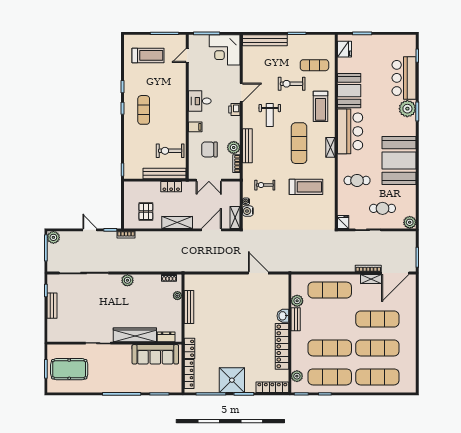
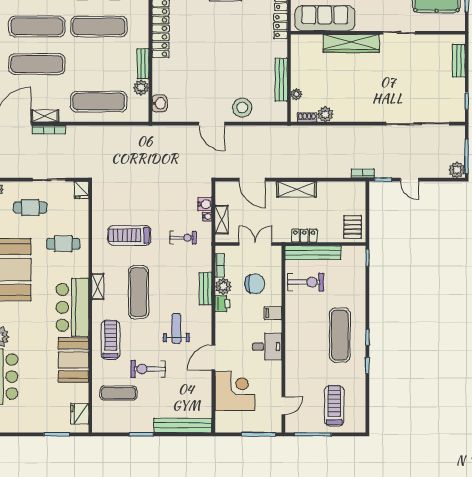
corner desk: (225, 50) -> (235, 391), moved
treadmill: (148, 55) -> (334, 406), turned 90
exercise bike: (292, 84) -> (148, 369), turned 180
exercise mat: (144, 110) -> (340, 335), width x1.36, depth x1.45
printer: (234, 110) -> (222, 304), moved
bench: (247, 146) -> (206, 289), width x0.73
pallet: (146, 211) -> (353, 227), moved
shelving: (235, 217) -> (222, 220), moved
door: (211, 230) -> (252, 180), hinge flipped
door: (258, 273) -> (212, 124), moved
plant: (127, 280) -> (325, 114), moved
stool: (219, 285) -> (242, 108), added
bench: (52, 306) -> (459, 61), moved
washbasin: (283, 316) -> (159, 103), moved
dresser: (166, 337) -> (311, 41), removed

